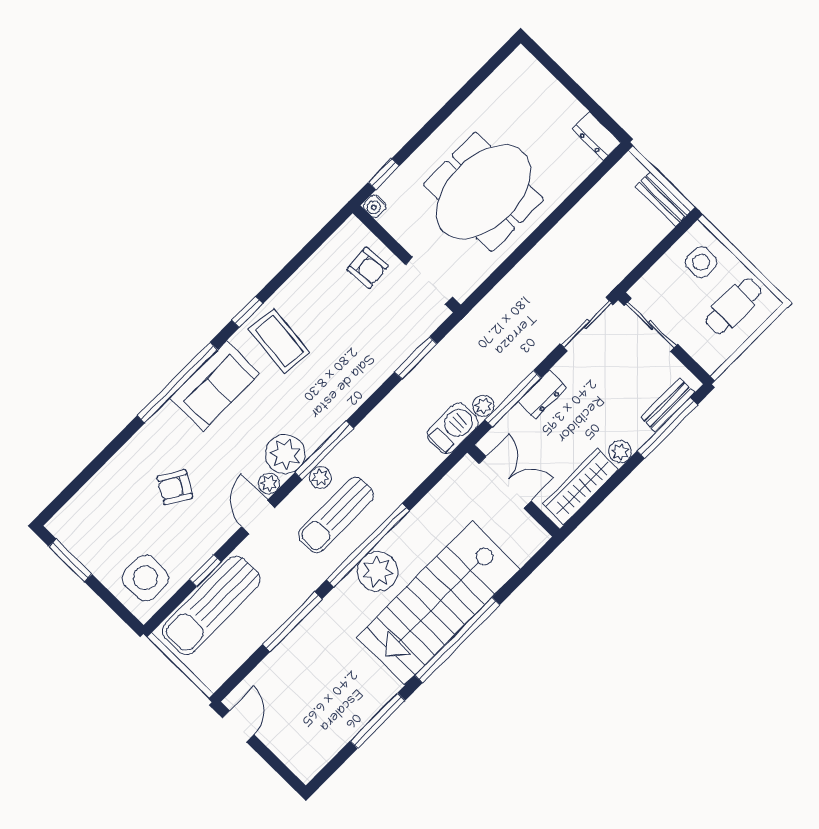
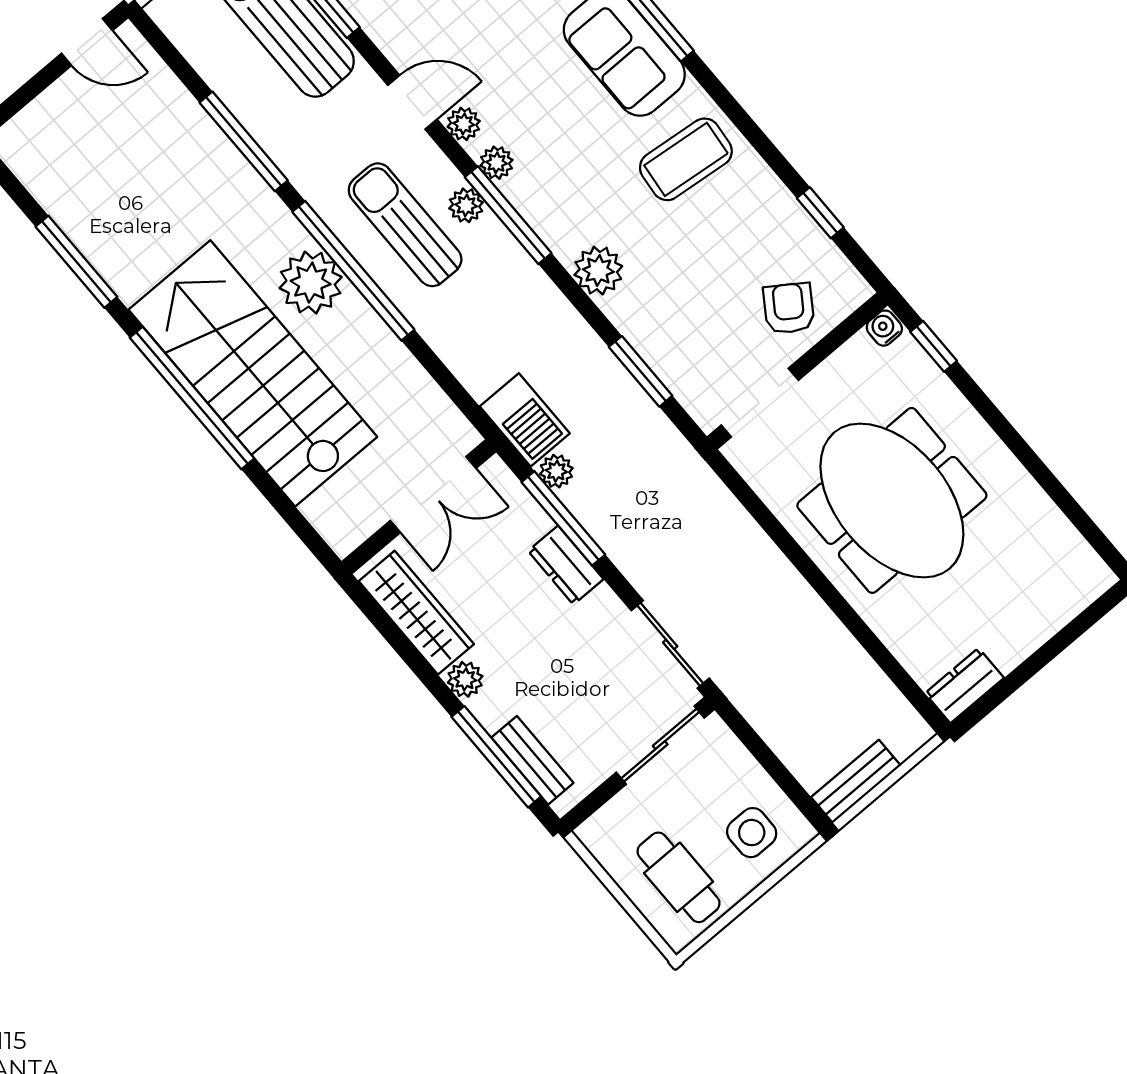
armchair: (368, 268) -> (789, 308), turned 129
window: (247, 312) -> (820, 213), moved
plant: (354, 390) -> (598, 271), added
plant: (285, 454) -> (497, 163), width x0.53, depth x0.53

